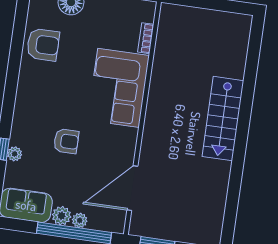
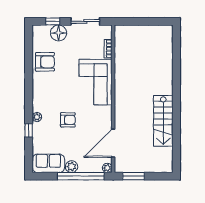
stairs: (223, 119) -> (163, 121), moved
plant: (15, 154) -> (37, 117), moved
plant: (80, 220) -> (107, 168), moved

